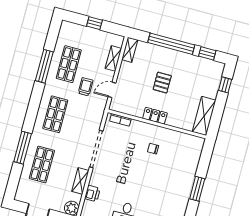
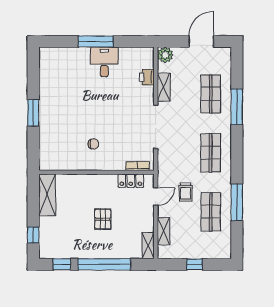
locker: (155, 116) -> (131, 181), moved

